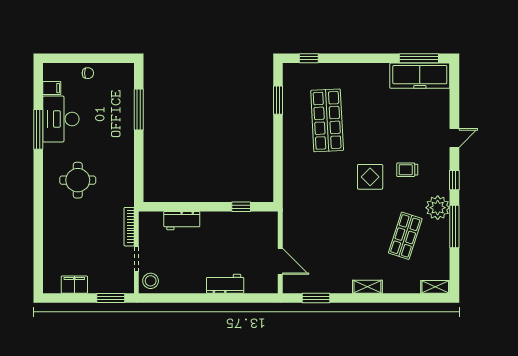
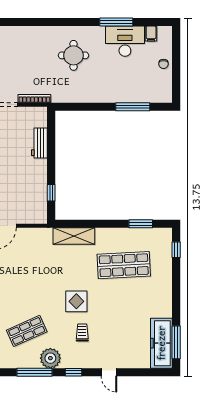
shelving: (292, 180) -> (74, 236), added
shop shelf: (405, 236) -> (27, 331), turned -42

